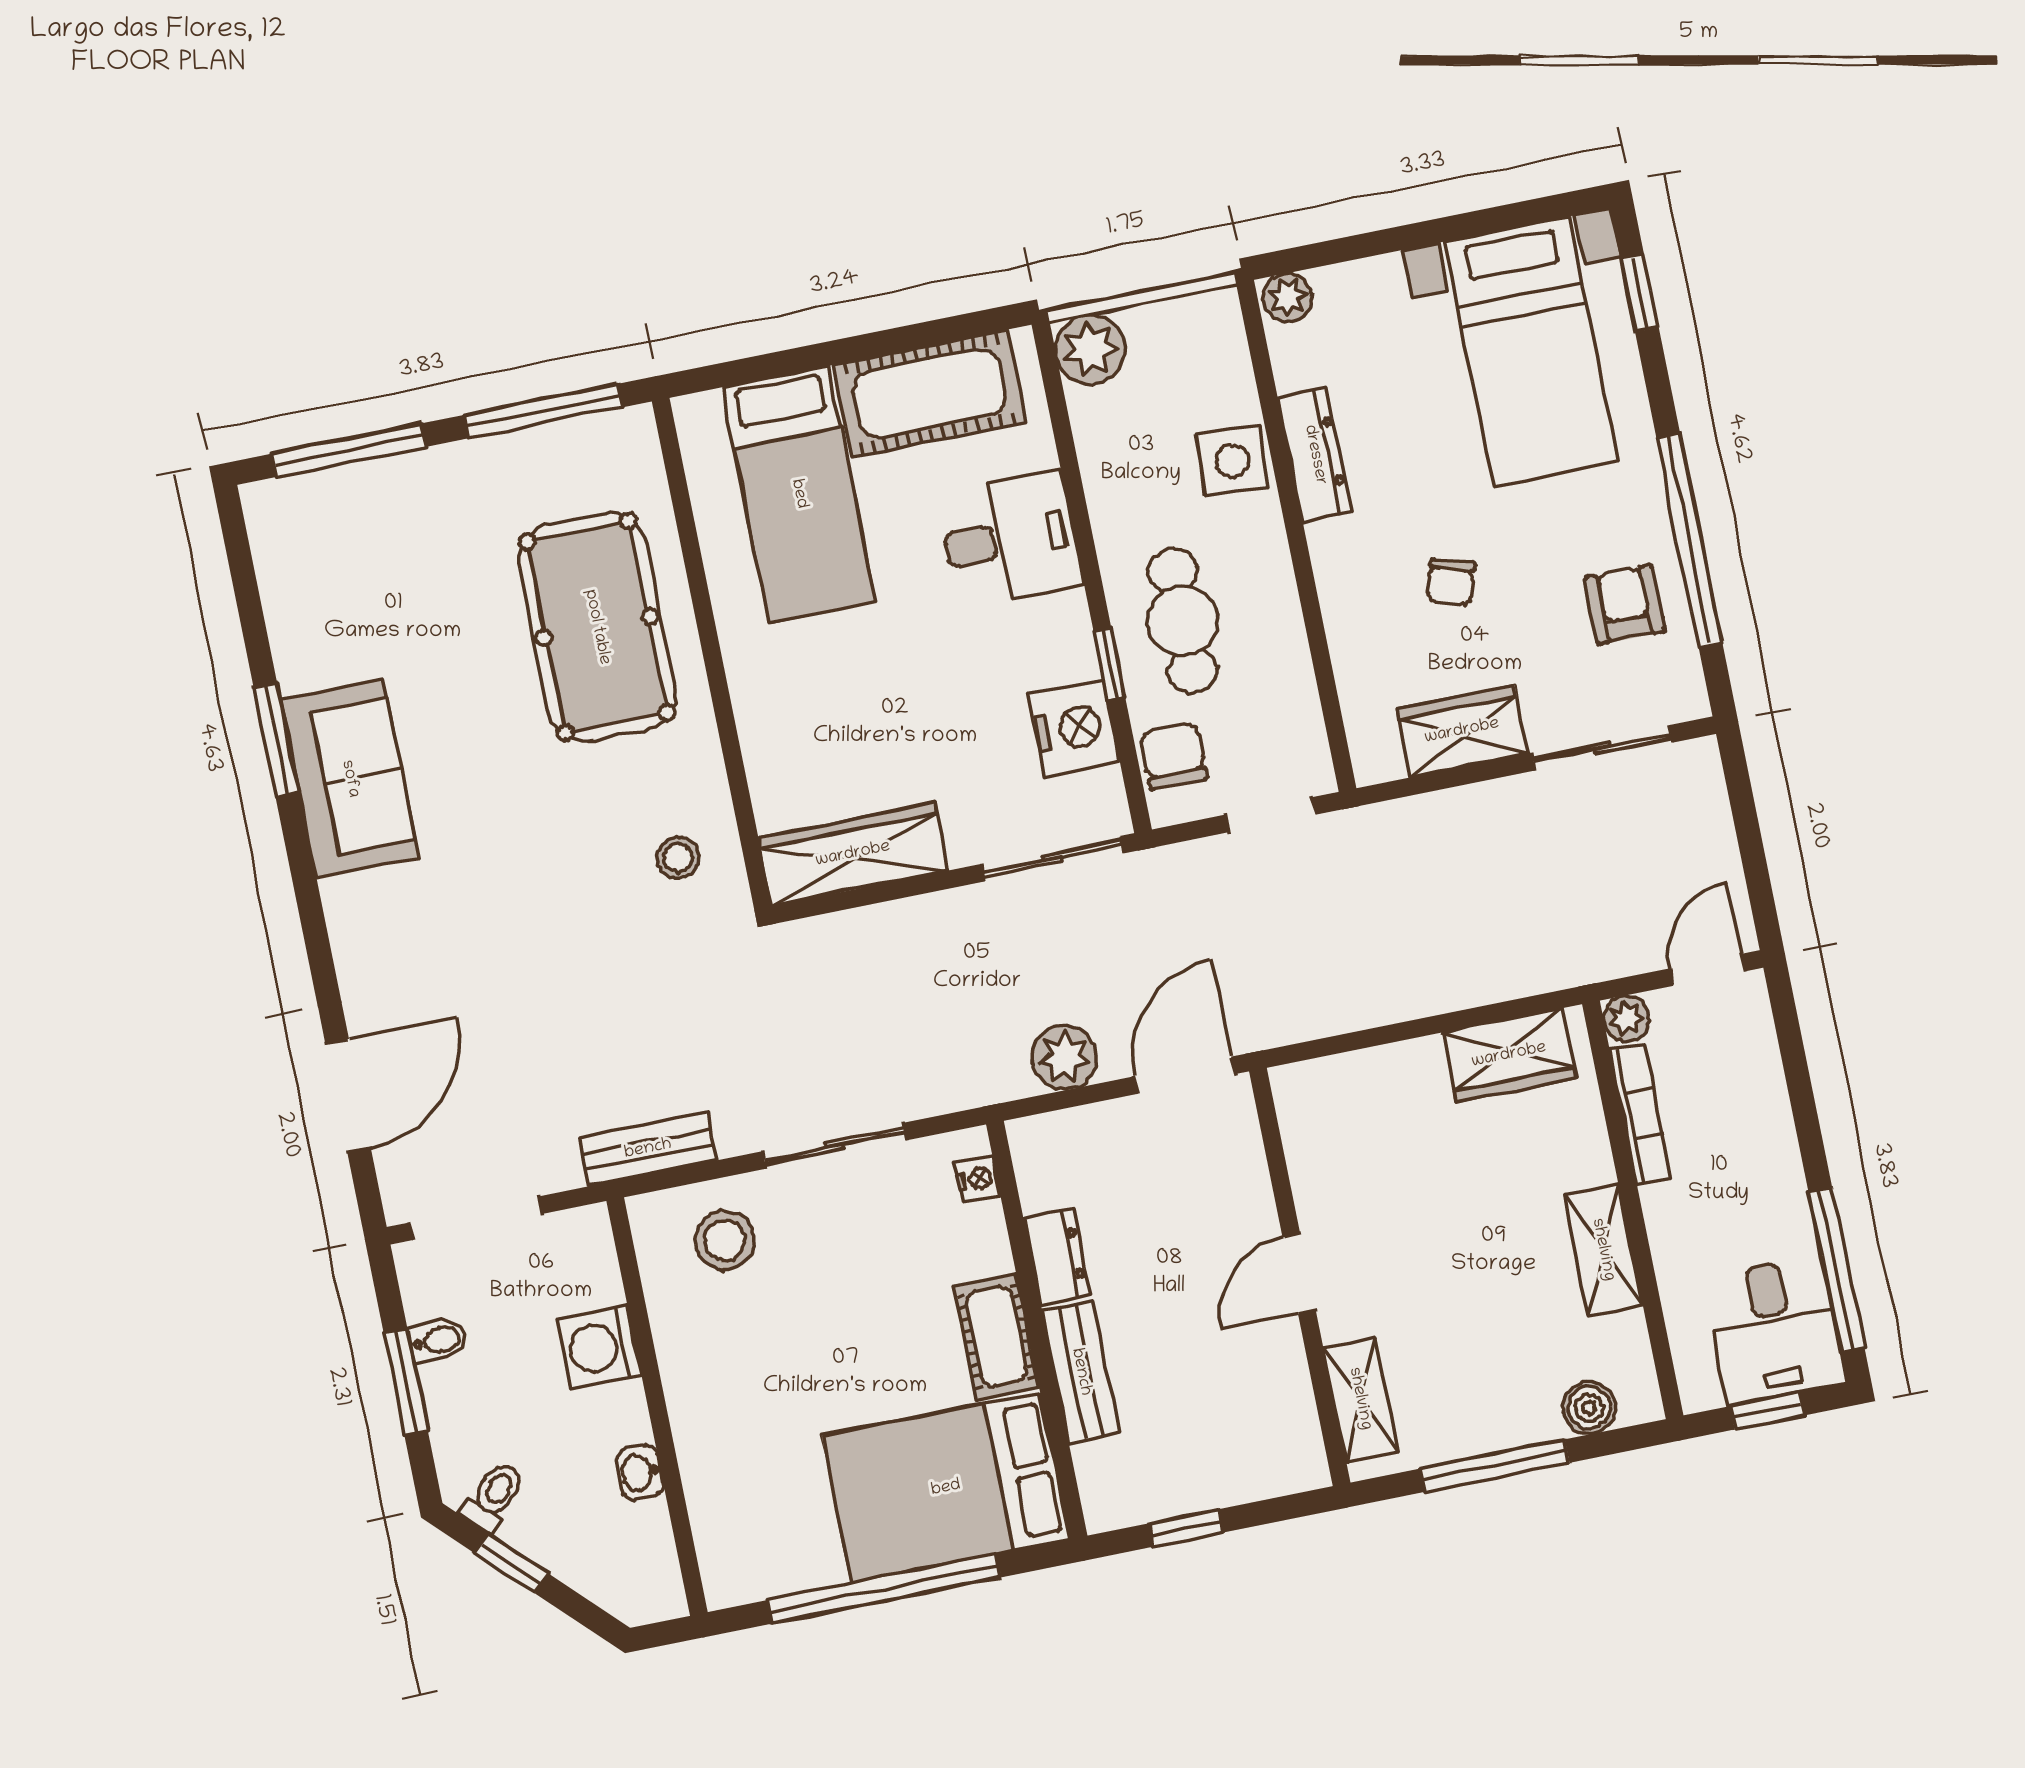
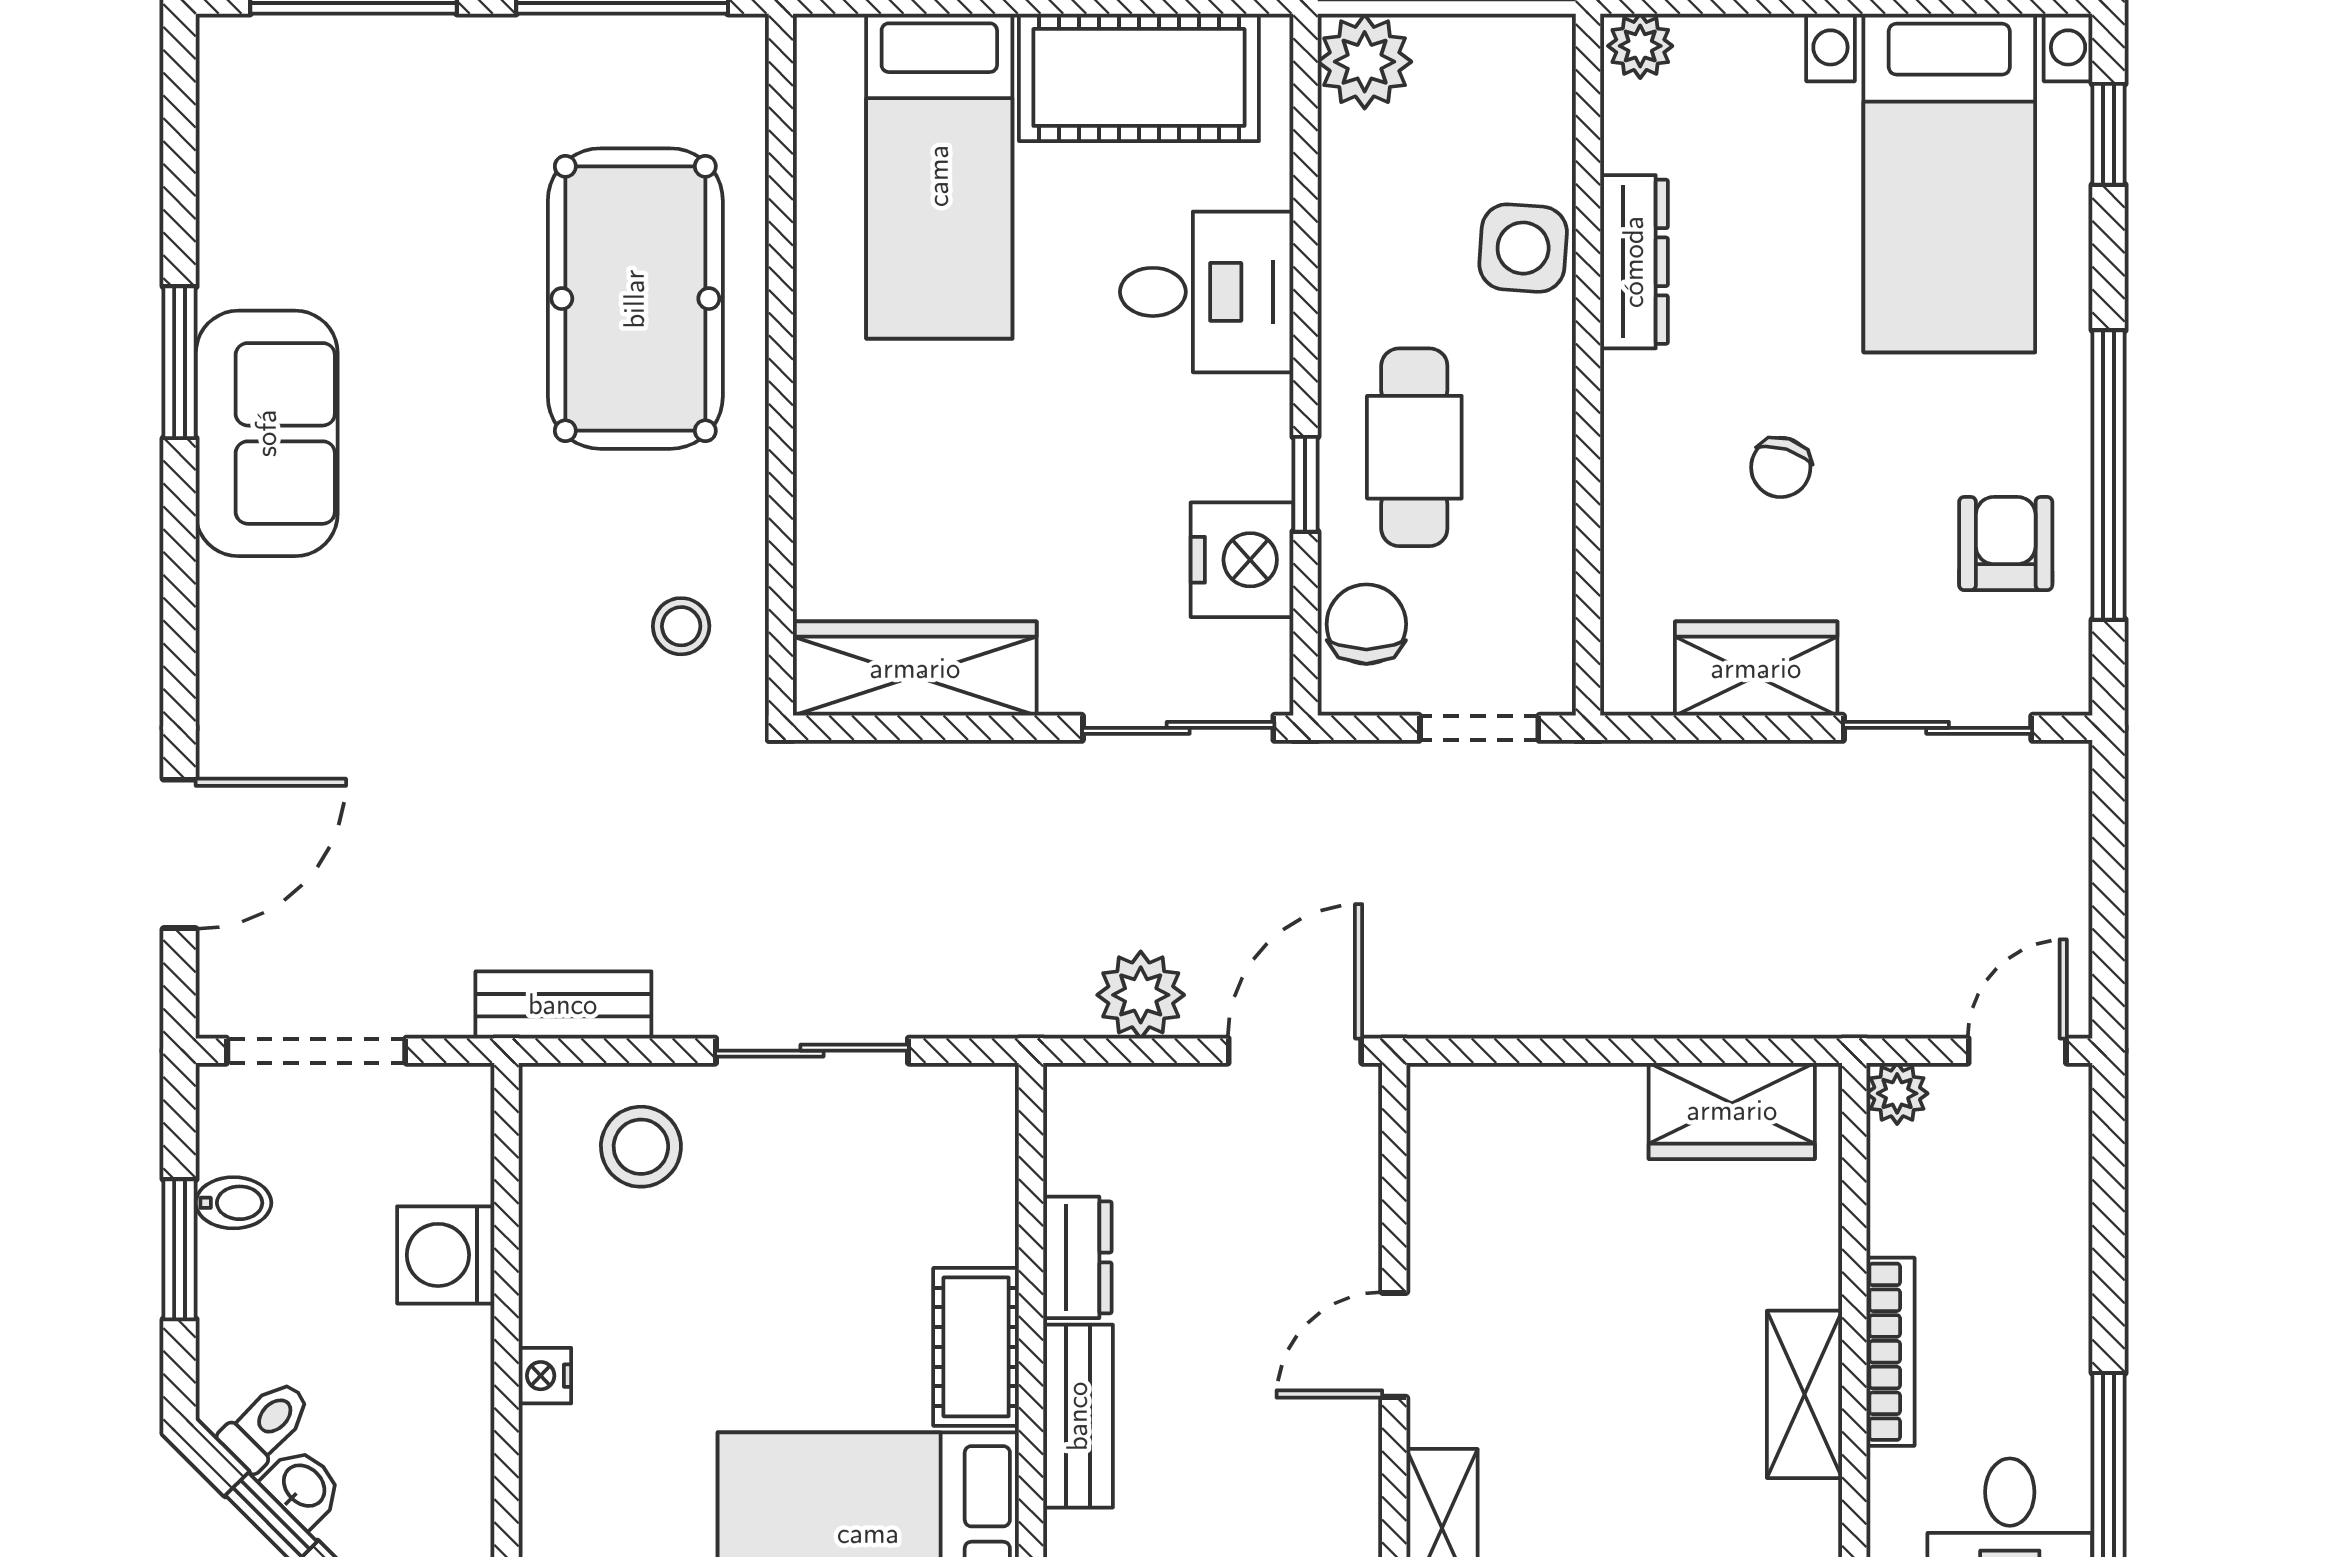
bookcase: (1641, 1114) -> (1890, 1352), moved
nightstand: (977, 1179) -> (545, 1376), moved, turned 180
washbasin: (640, 1472) -> (303, 1487), moved, turned 135

